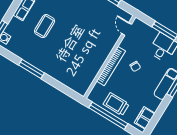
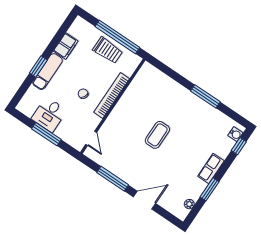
coffee table: (45, 26) -> (157, 135), moved
filing cabinet: (145, 118) -> (66, 46), moved

